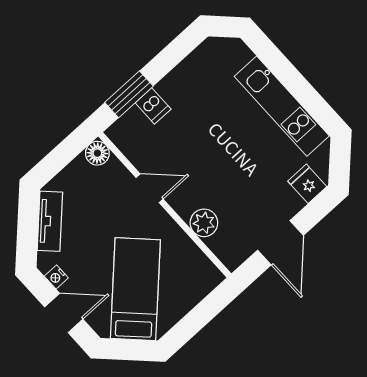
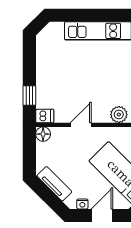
window: (129, 94) -> (29, 95), width x0.67
dishwasher: (153, 106) -> (45, 116), moved

